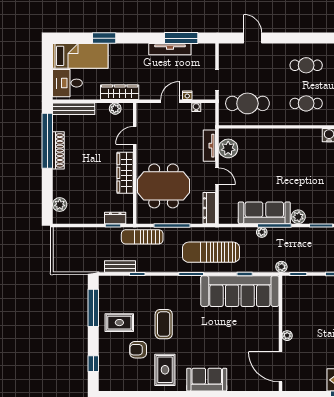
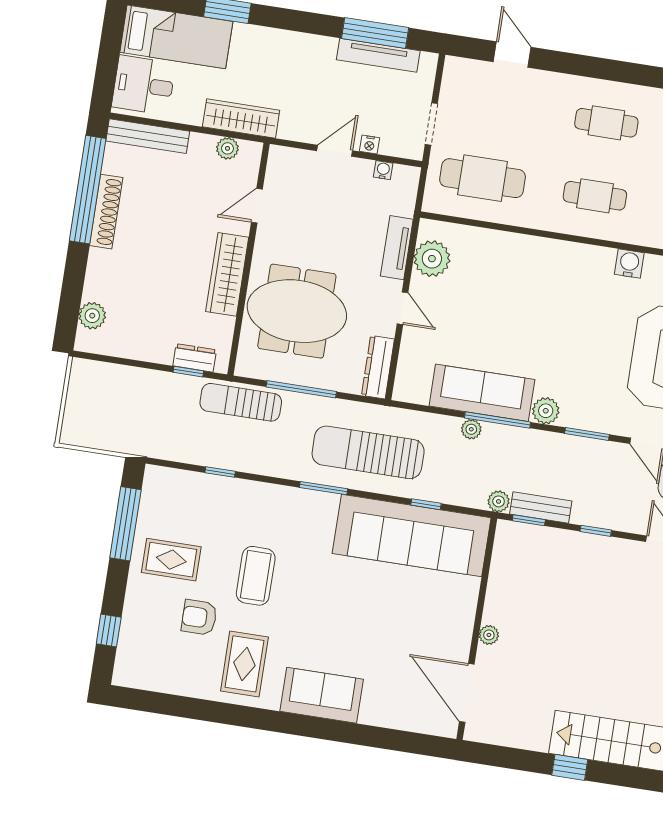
tv unit: (170, 49) -> (378, 55), moved
bench: (120, 267) -> (541, 508), moved

